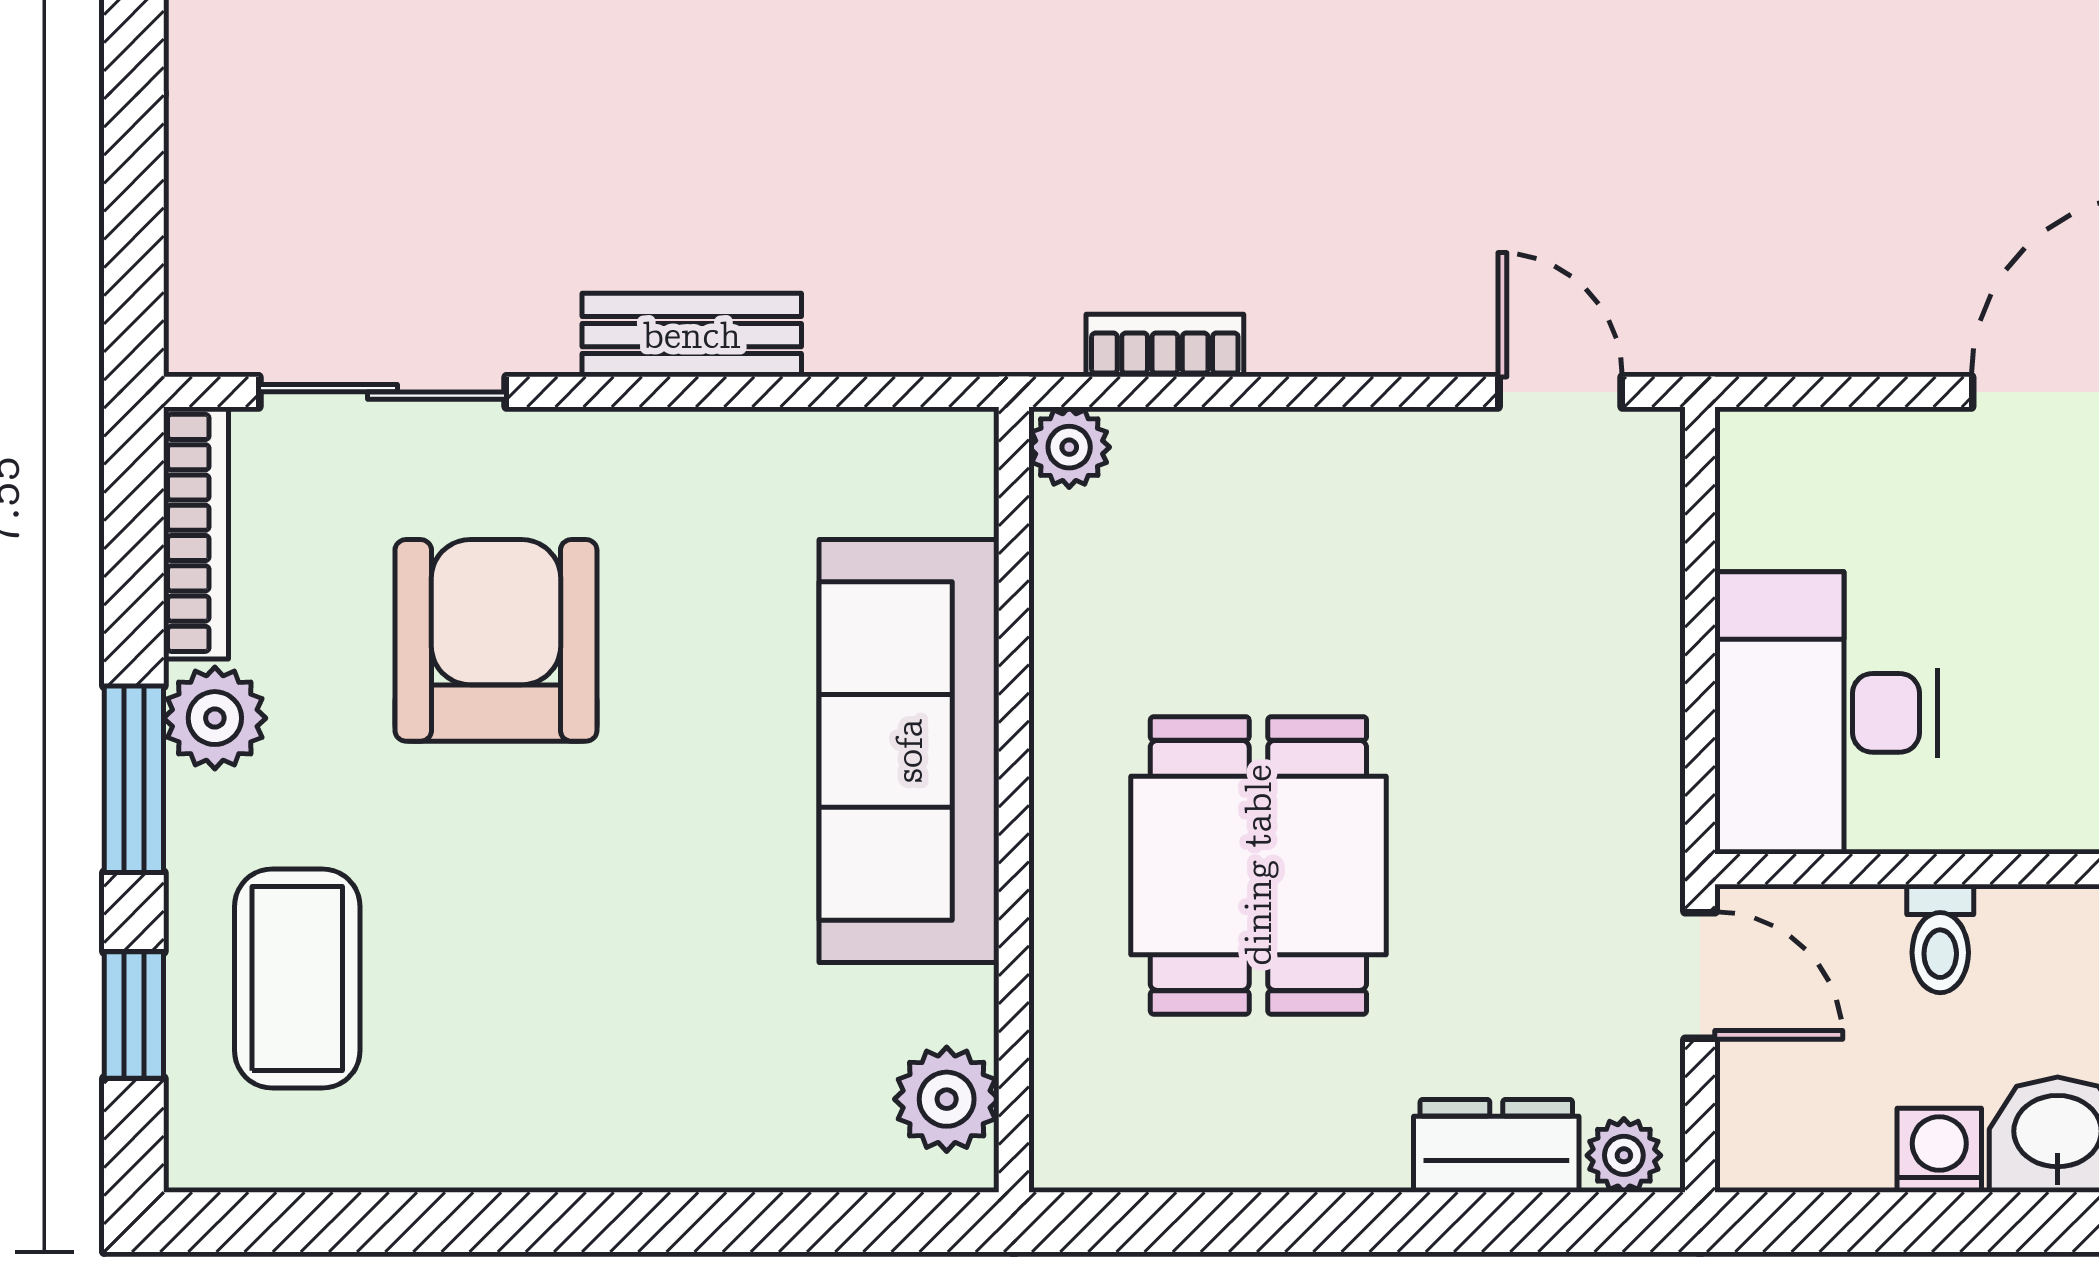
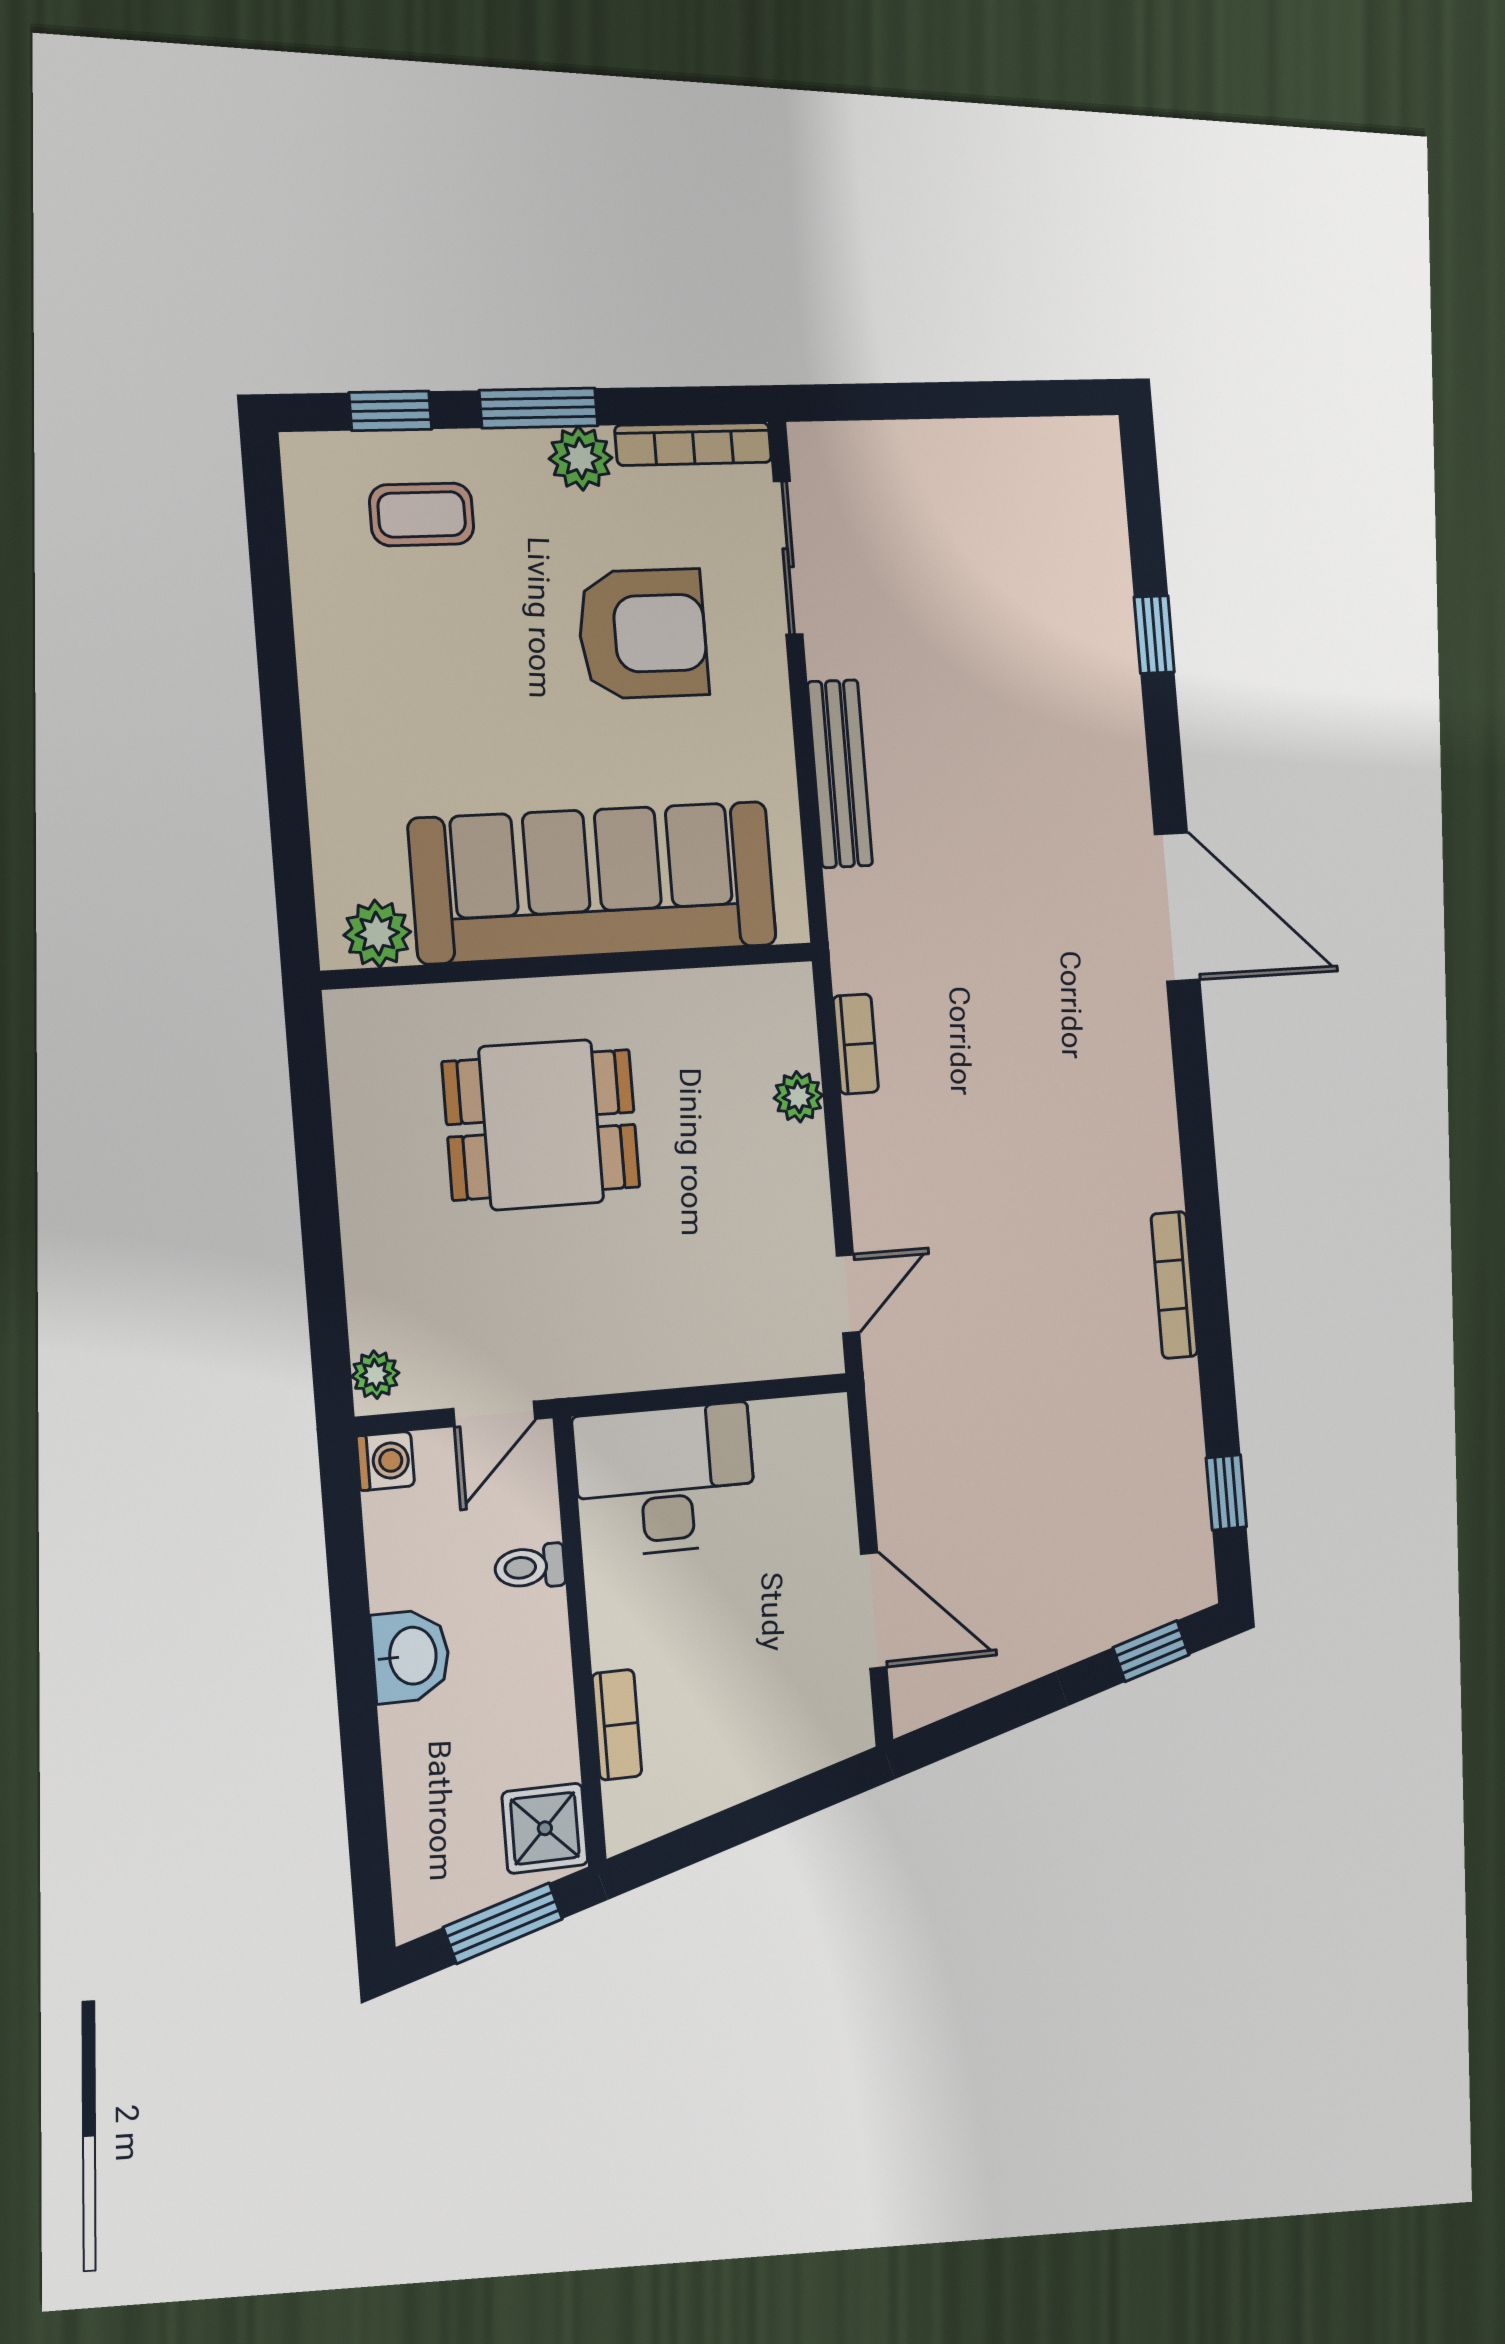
bench: (692, 335) -> (840, 774), width x1.36
plant: (1069, 447) -> (798, 1097), moved
sofa: (909, 751) -> (594, 882), width x1.36, depth x1.27
coffee table: (297, 979) -> (422, 514), width x0.73, depth x0.77
dresser: (1496, 1146) -> (375, 1291), removed
washing machine: (1939, 1150) -> (385, 1461), moved

